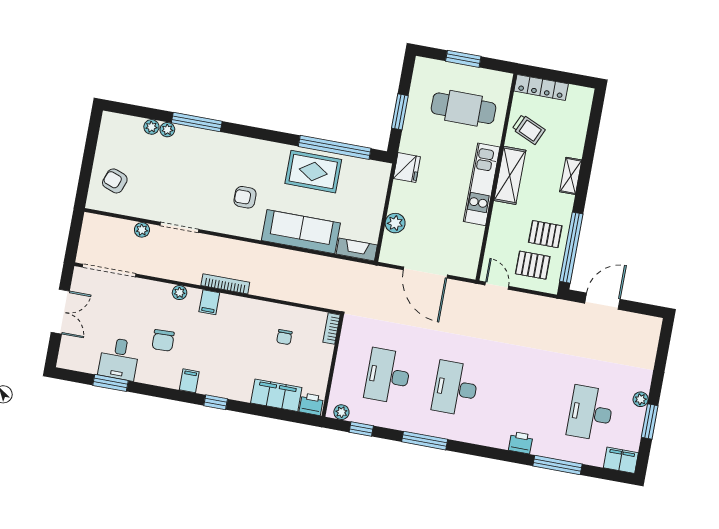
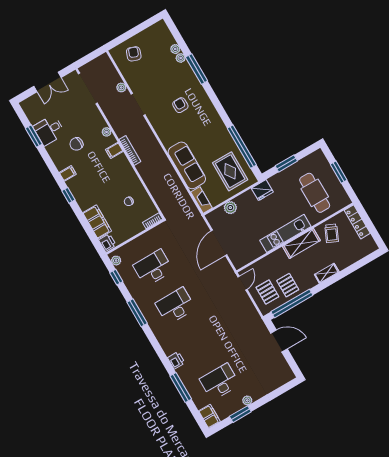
rug: (313, 172) -> (230, 171), moved
armchair: (245, 197) -> (180, 105), moved

